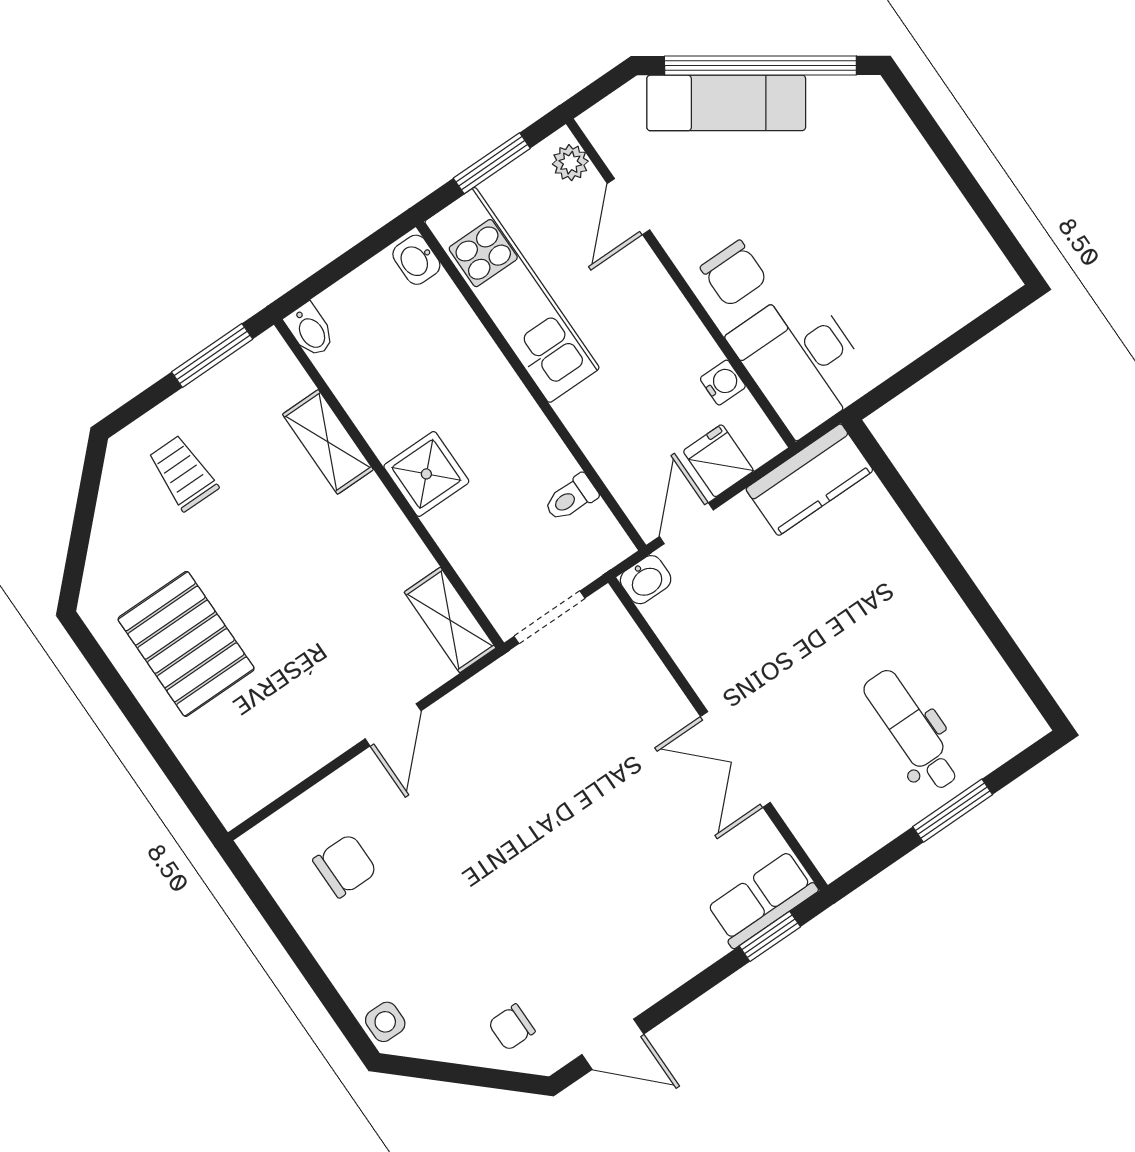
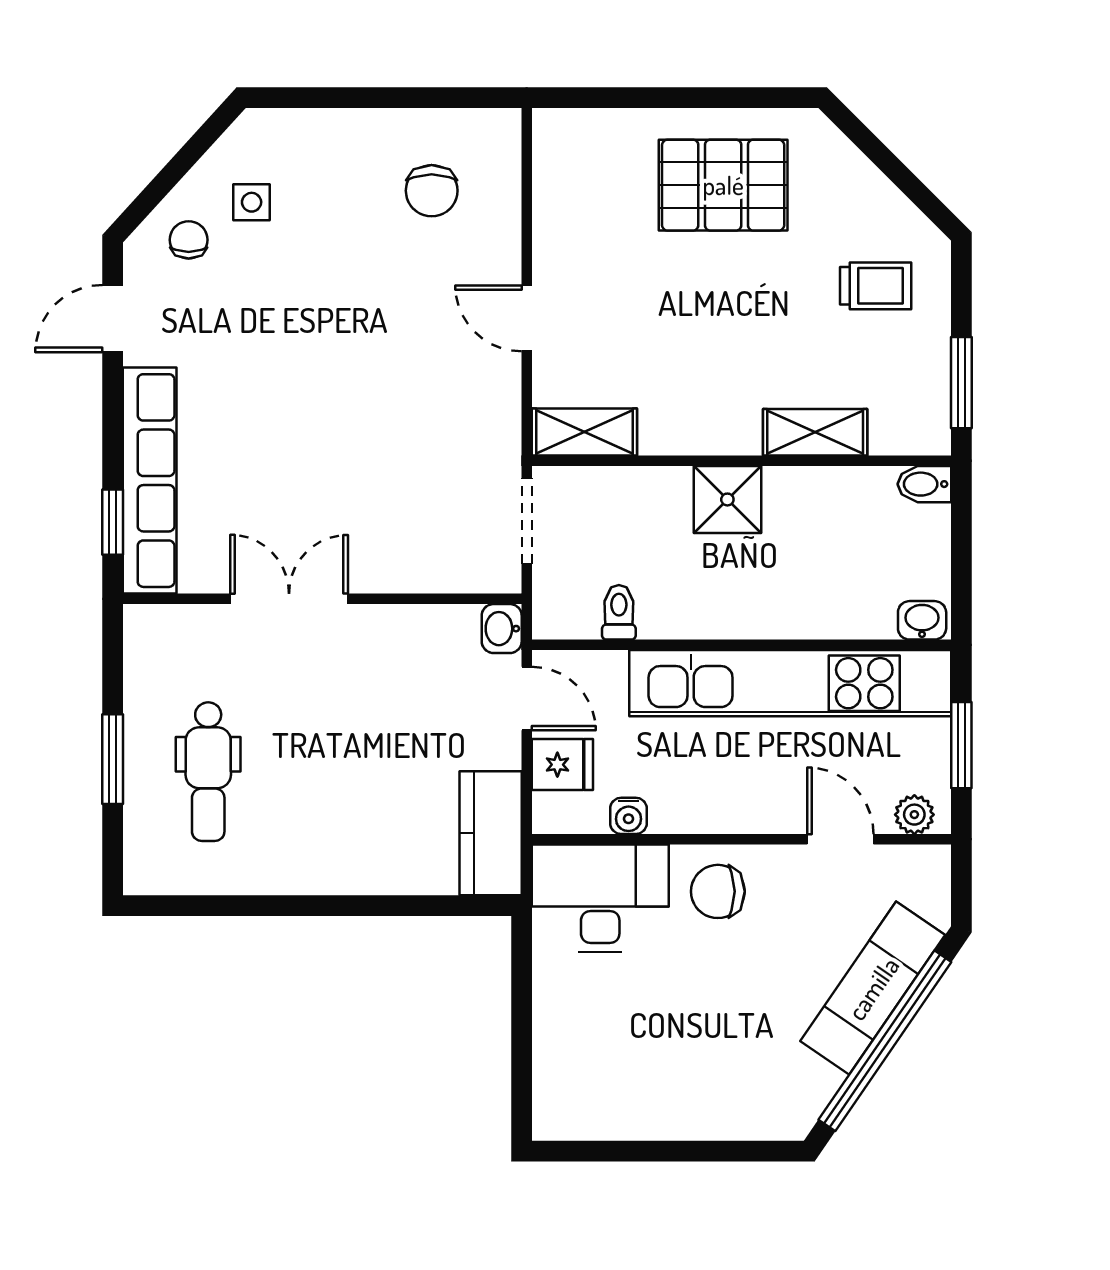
kitchen unit: (512, 295) -> (790, 683), width x1.36
dental chair: (912, 730) -> (208, 772), turned 90
row of seats: (762, 899) -> (150, 481), width x2.02
side table: (385, 1022) -> (252, 202), moved

